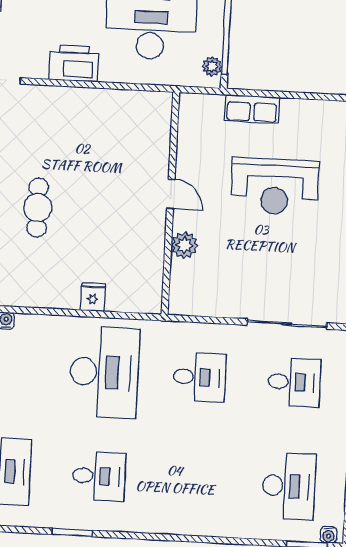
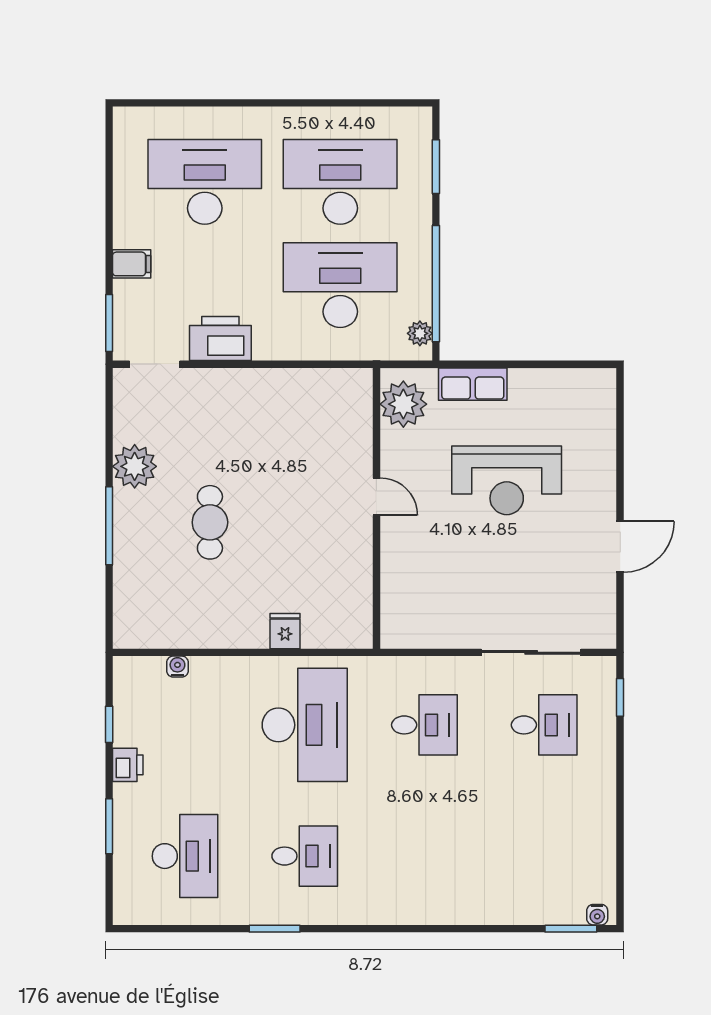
printer: (74, 63) -> (220, 339), moved
plant: (185, 245) -> (403, 404), moved, width x1.36, depth x1.36
desk: (289, 486) -> (544, 856), removed

